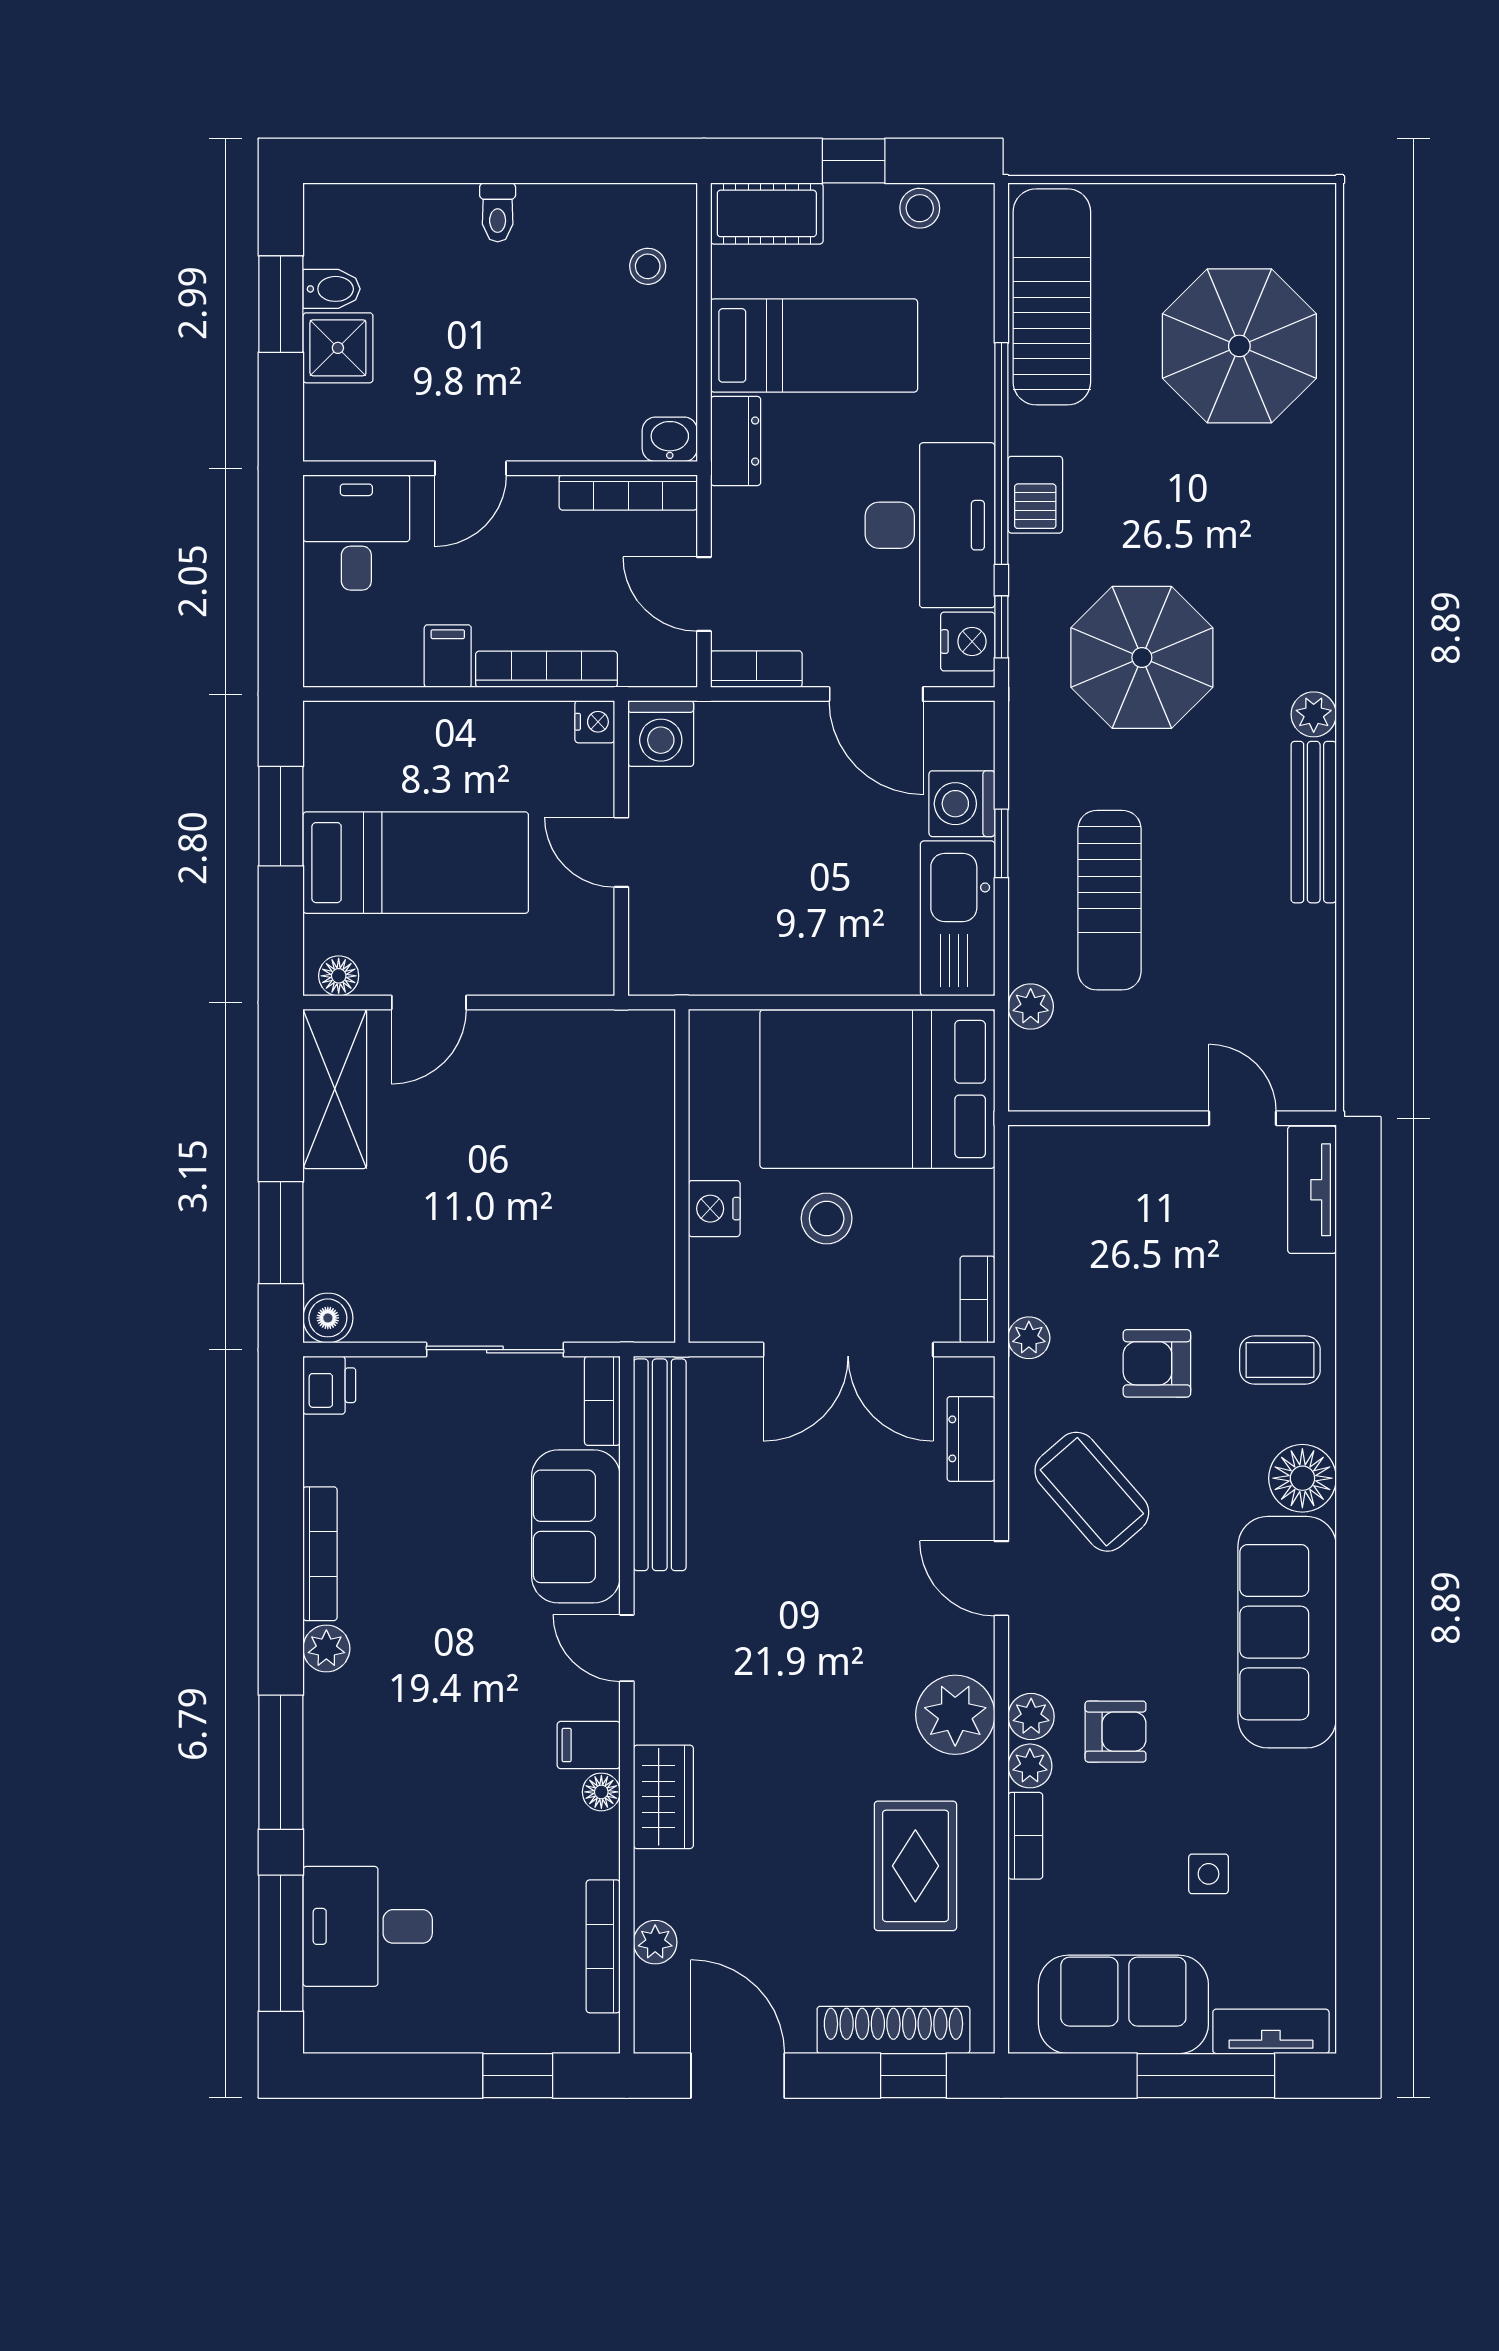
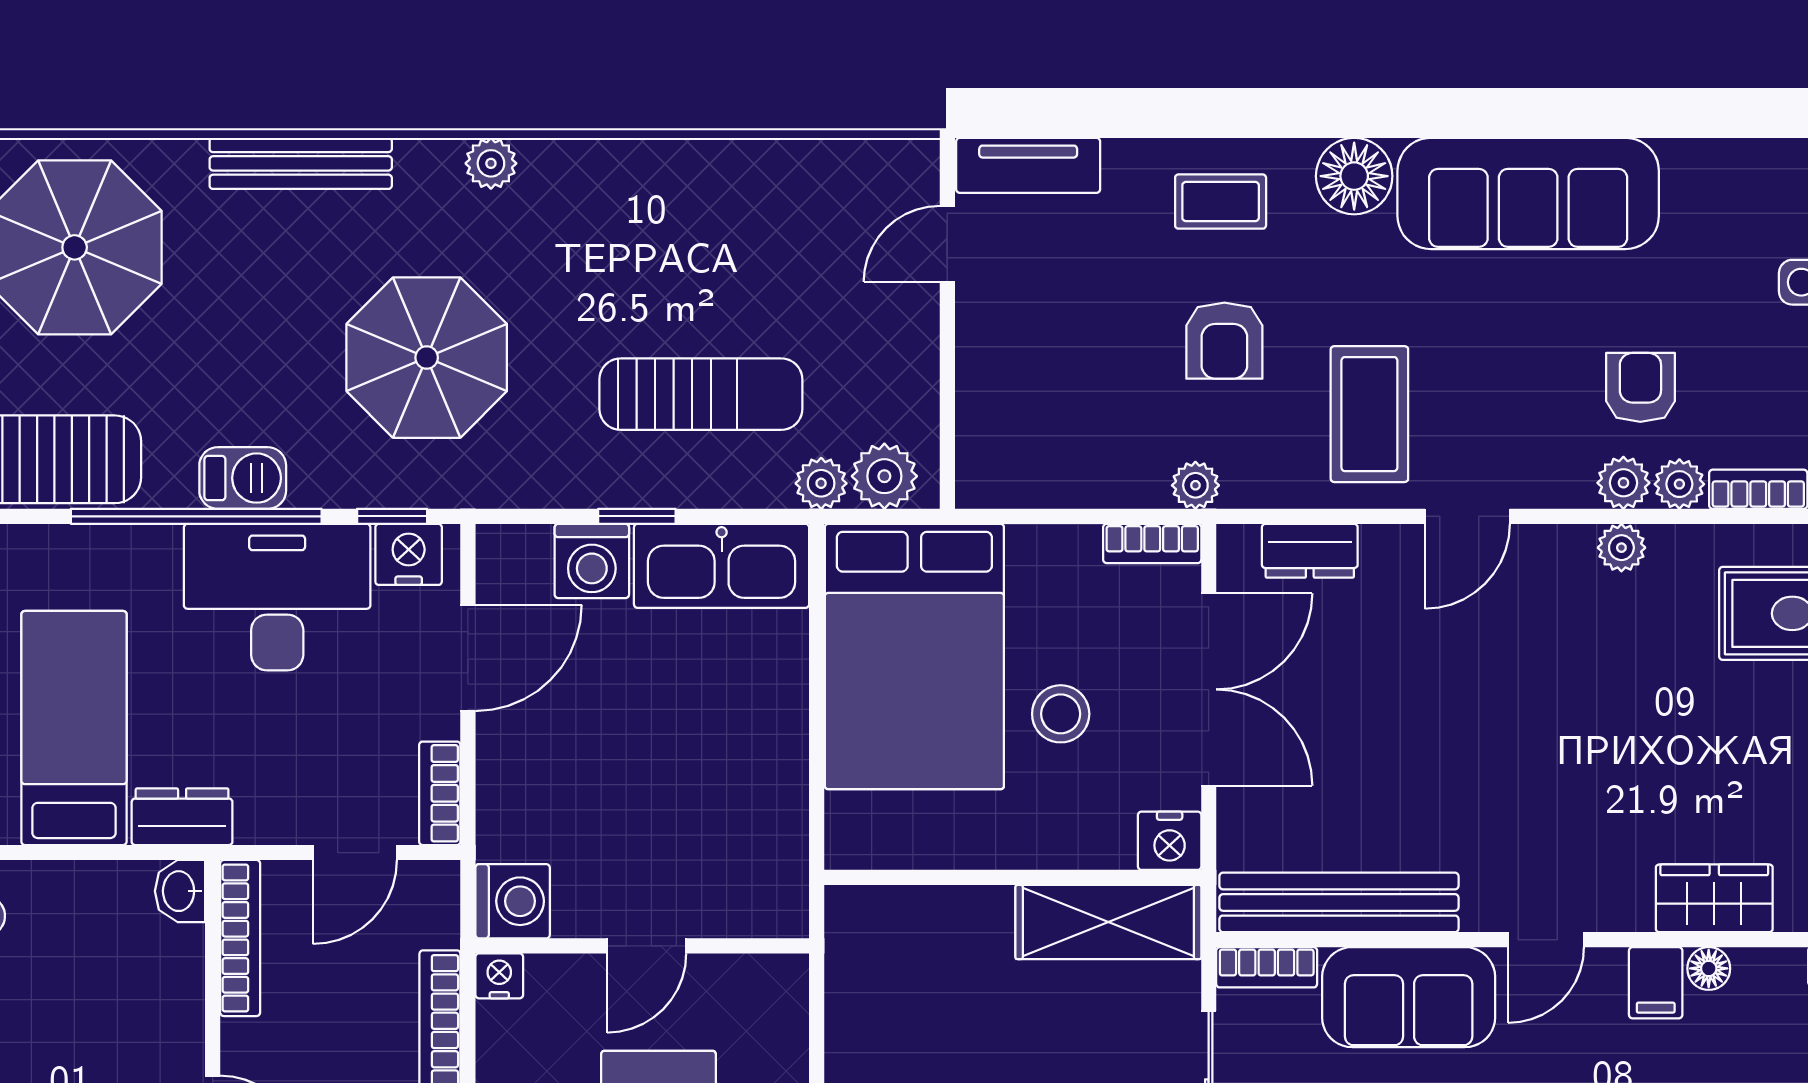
bench: (1314, 822) -> (301, 163), moved
plant: (1037, 1063) -> (884, 476), added
nightstand: (714, 1209) -> (1170, 841), moved
shelving: (642, 1261) -> (1108, 922), added
coffee table: (1280, 1360) -> (1221, 202), turned 90
coffee table: (1092, 1492) -> (1369, 414), turned -49
plant: (955, 1715) -> (1621, 548), width x0.53, depth x0.53

